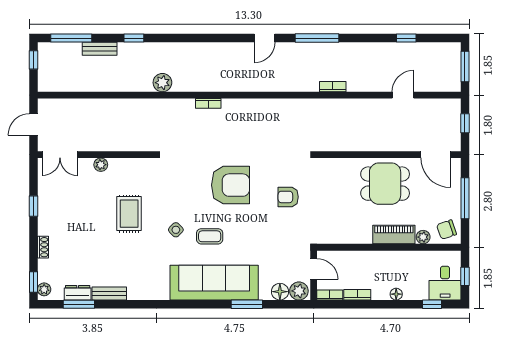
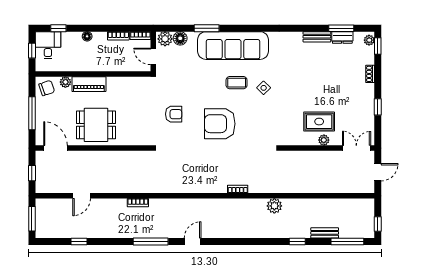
rug: (129, 214) -> (319, 122), moved, turned 90

